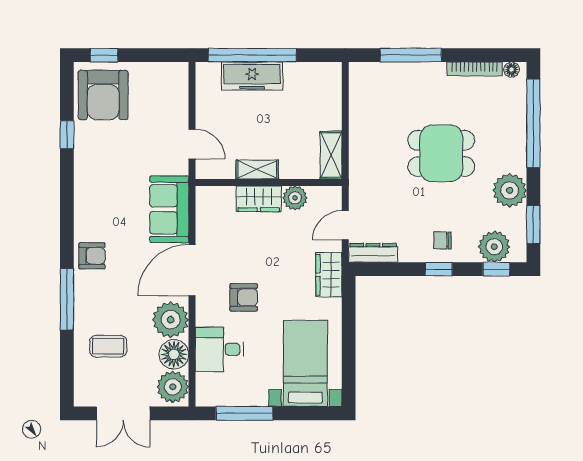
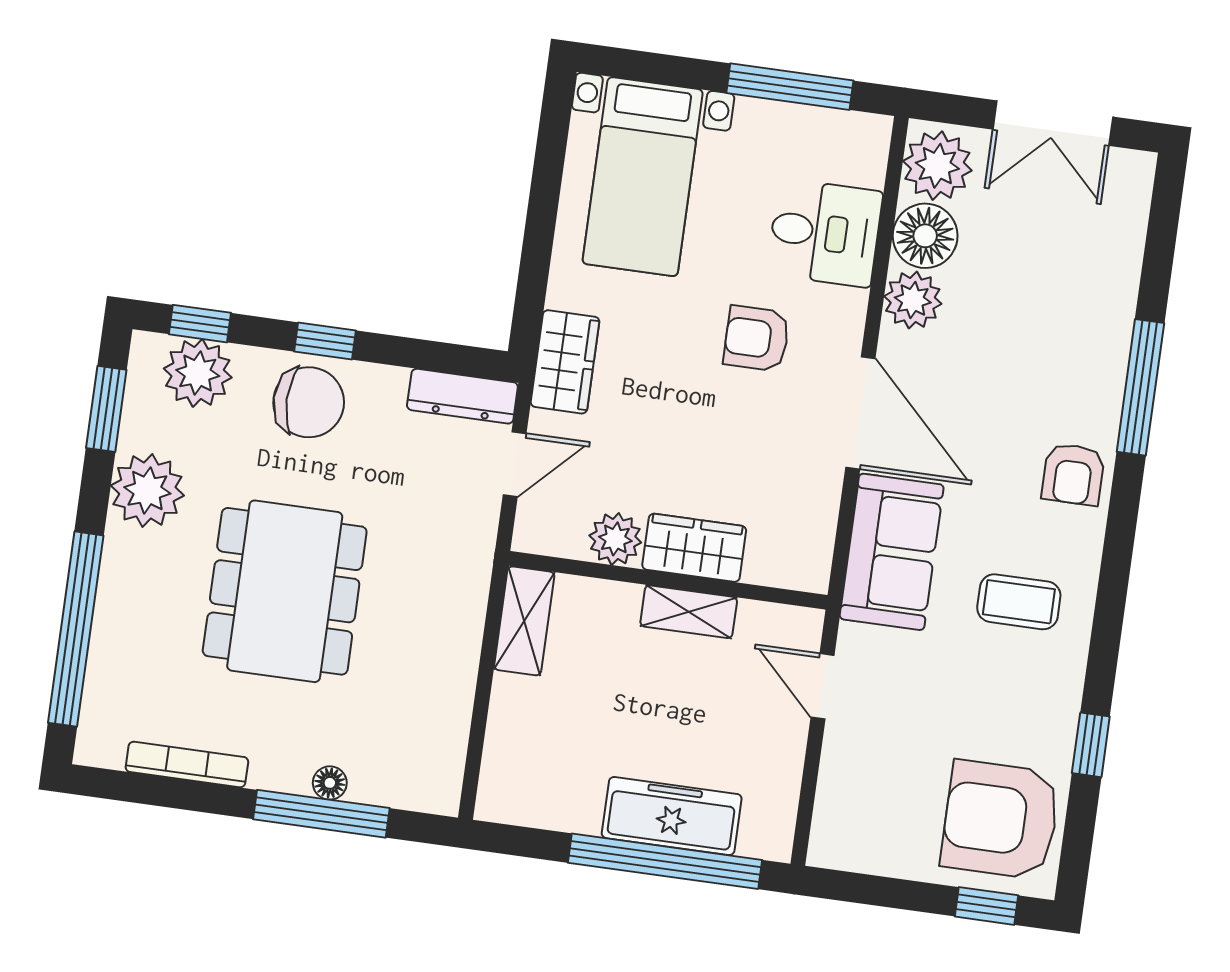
floor lamp: (512, 70) -> (330, 783), moved
armchair: (103, 95) -> (1000, 820), turned -90
dining table: (441, 153) -> (285, 591), width x1.38
chair: (442, 240) -> (309, 402), width x1.87, depth x1.87
armchair: (92, 256) -> (1073, 474), turned -90
door: (192, 270) -> (860, 413), hinge flipped
plant: (171, 320) -> (913, 300), width x0.73, depth x0.73
coffee table: (108, 346) -> (1019, 602), moved
double door: (123, 413) -> (1053, 123), swing flipped

